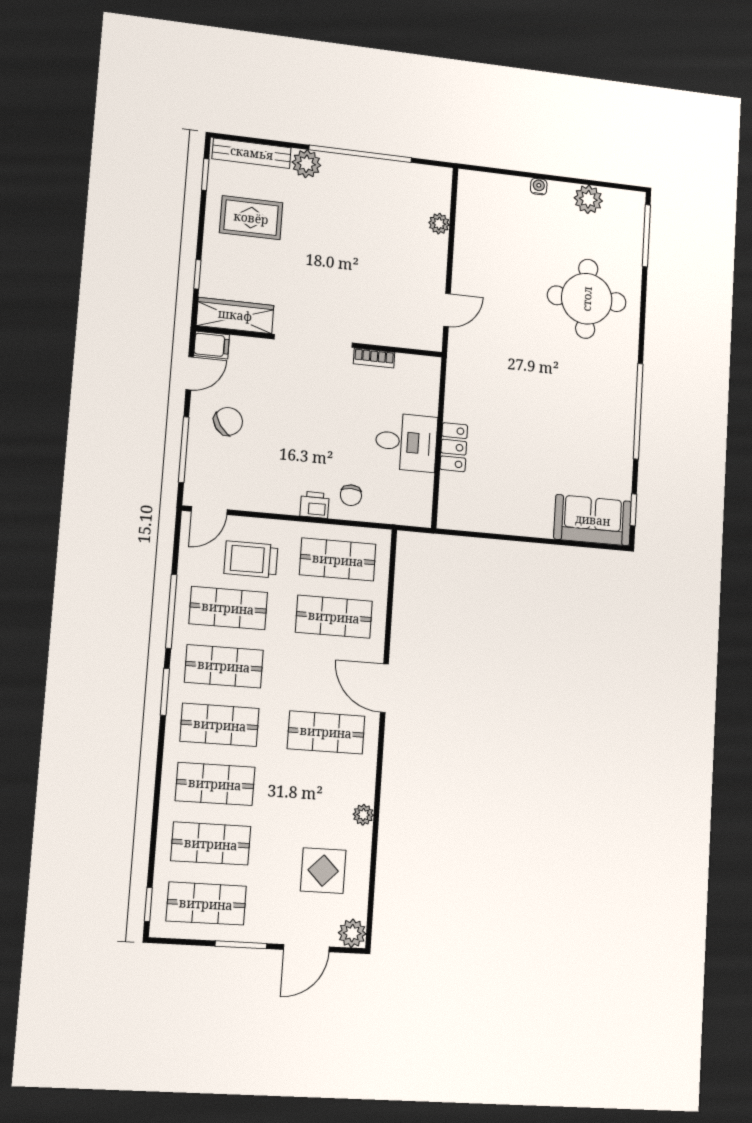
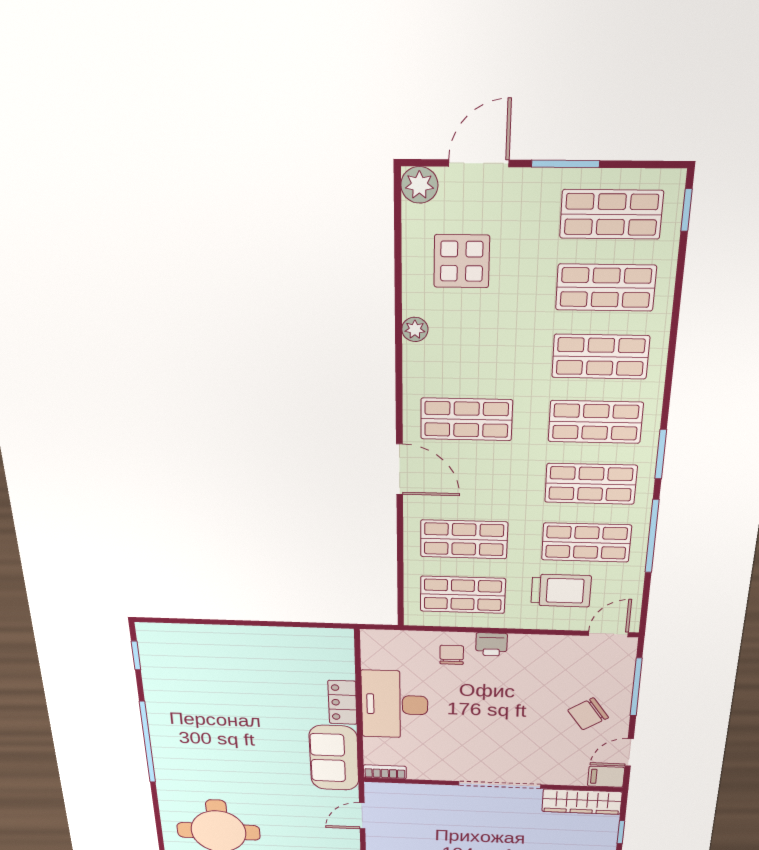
bookcase: (374, 358) -> (385, 772), moved
desk: (406, 442) -> (395, 705), width x1.37
sofa: (593, 520) -> (334, 758), moved, turned 90

